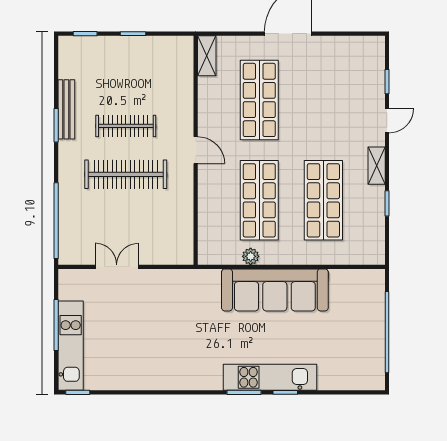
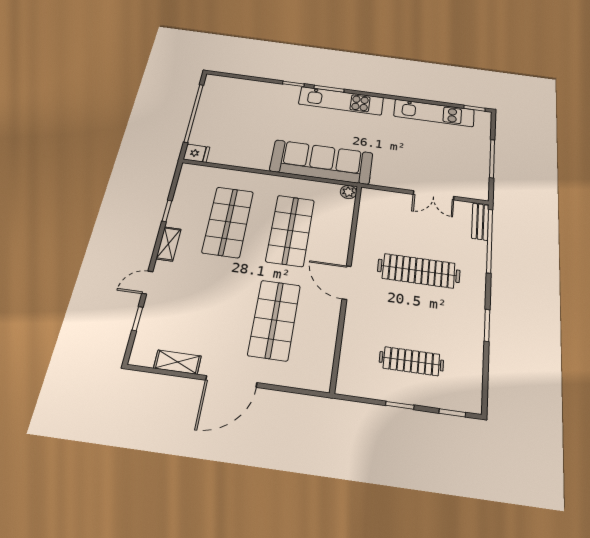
shelving: (207, 56) -> (177, 362), moved, turned 90
bench: (66, 109) -> (480, 222), moved, width x0.73
clothes rail: (126, 126) -> (411, 361), moved
door: (196, 150) -> (347, 283), width x1.38
plant: (251, 256) -> (348, 192), moved
fridge: (373, 279) -> (196, 153), added
sofa: (275, 290) -> (322, 162), moved
kitchen unit: (71, 346) -> (434, 113), moved, turned -90
kitchen unit: (270, 377) -> (341, 101), moved

